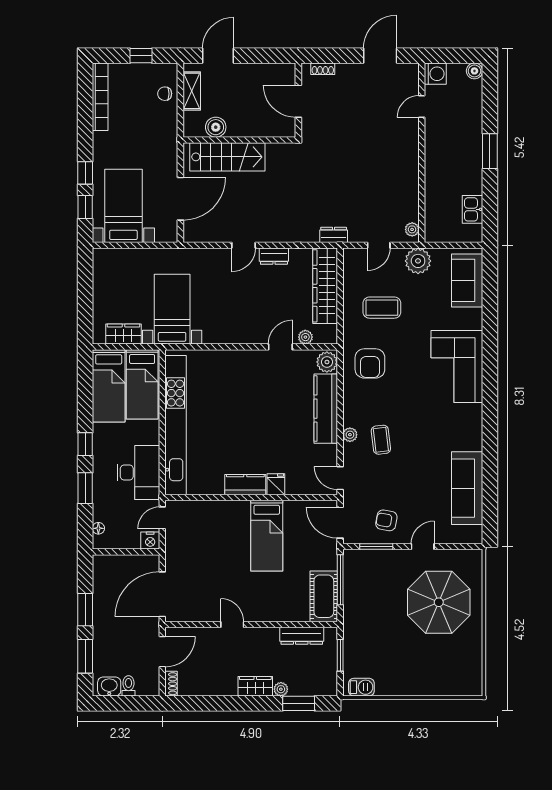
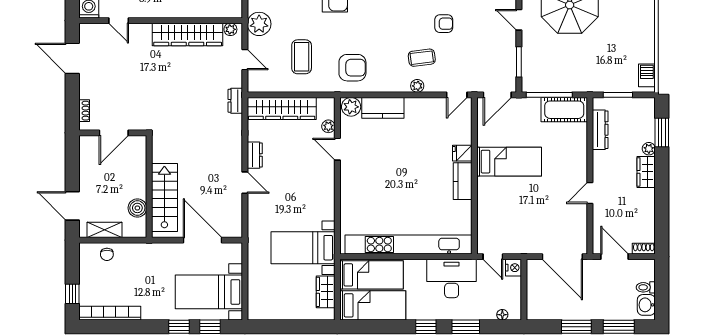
window: (141, 56) -> (72, 294), moved
wardrobe: (406, 182) -> (188, 34), added
kitchen counter: (326, 409) -> (383, 108), width x0.67
armchair: (386, 520) -> (444, 24), moved, turned -100

